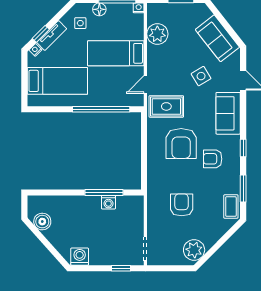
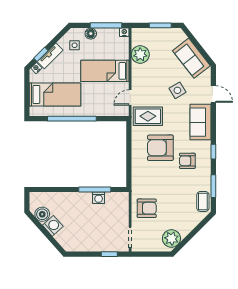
window: (101, 109) -> (72, 119), moved
armchair: (181, 143) -> (160, 148), turned 90
armchair: (182, 205) -> (147, 208), moved, turned 90
washing machine: (80, 257) -> (53, 226), moved, turned 48

